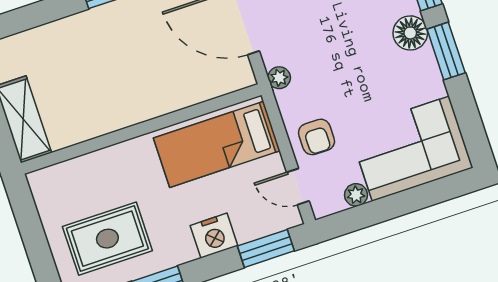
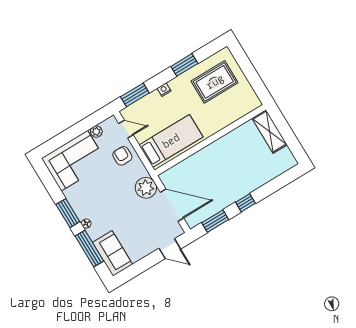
floor lamp: (410, 33) -> (86, 224), width x0.53, depth x0.53
plant: (279, 78) -> (146, 188), width x1.88, depth x1.88
nightstand: (214, 236) -> (164, 90), width x0.53, depth x0.56

